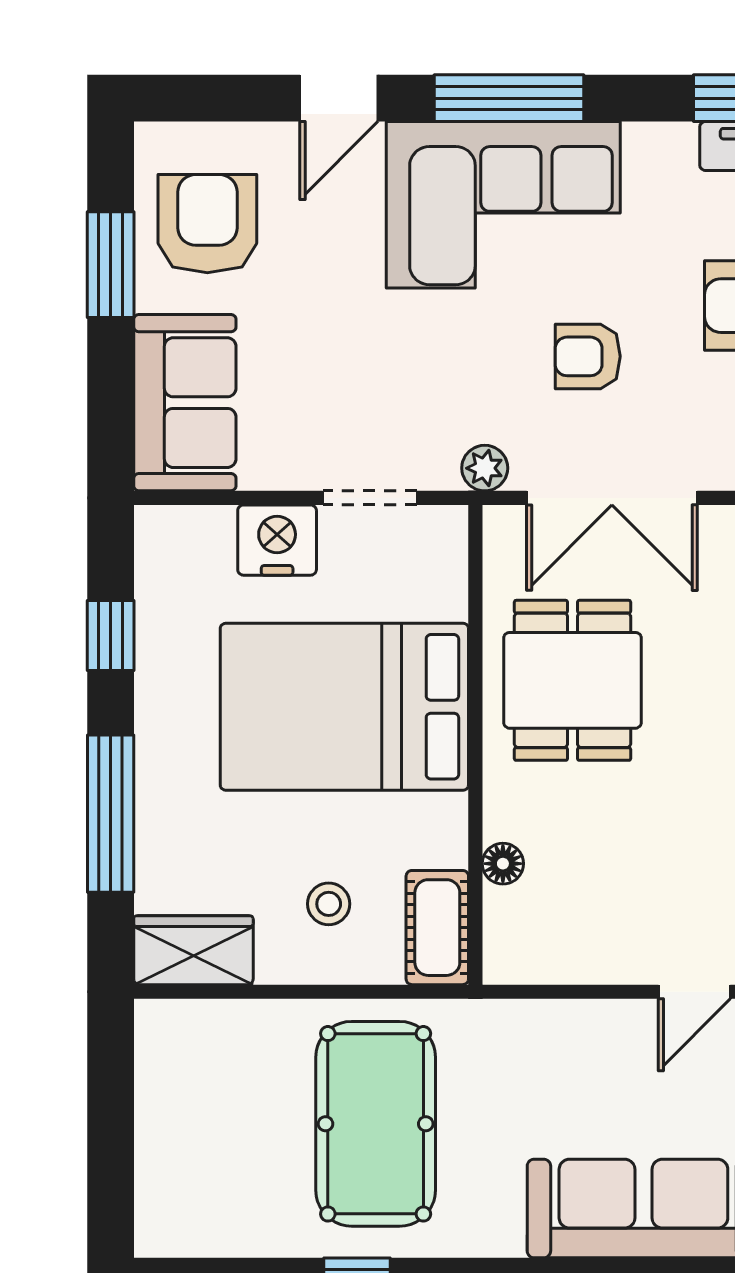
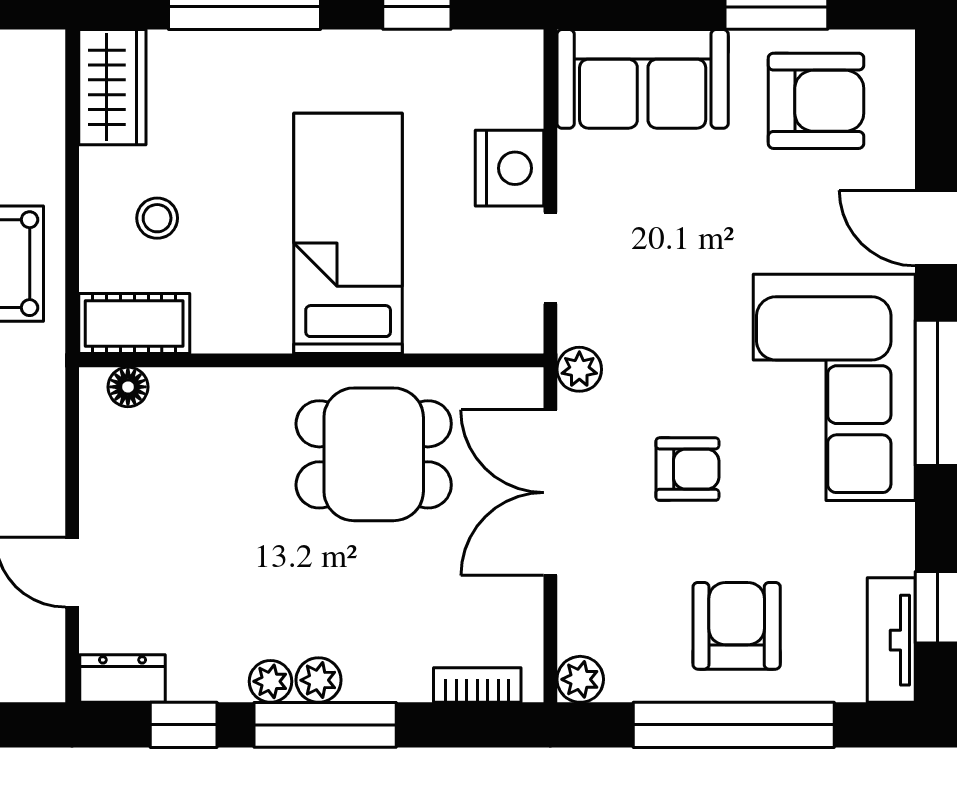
armchair: (588, 356) -> (687, 469), turned 90
bed: (344, 707) -> (348, 233), width x0.67
floor lamp: (503, 864) -> (128, 387), moved

